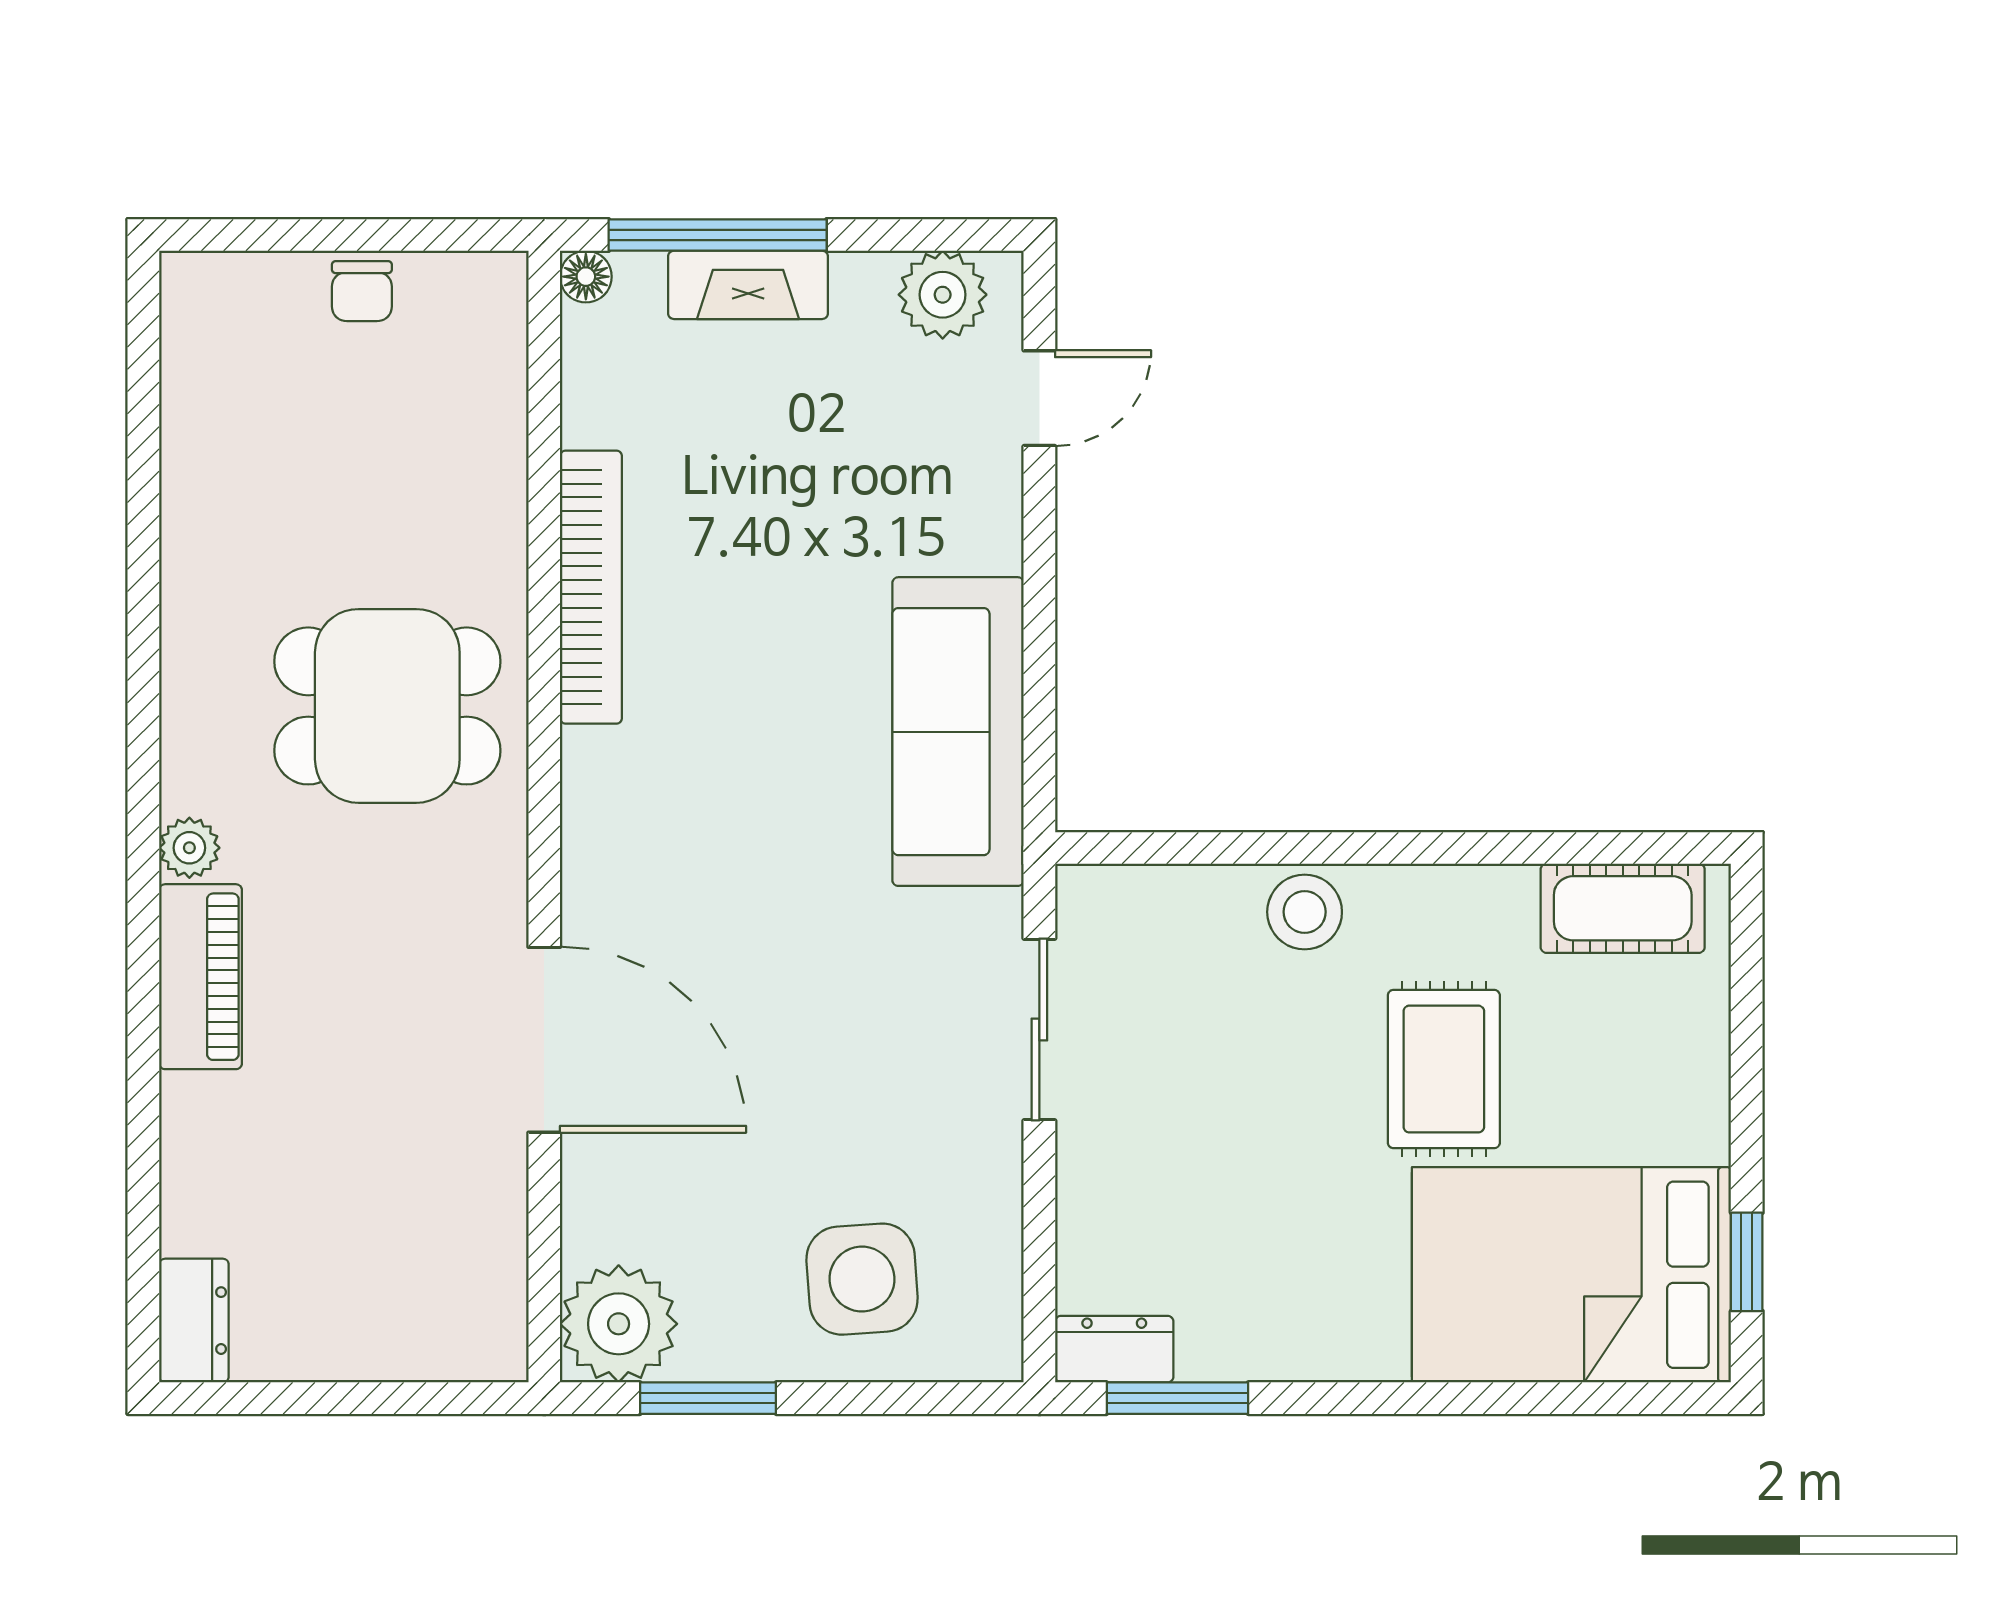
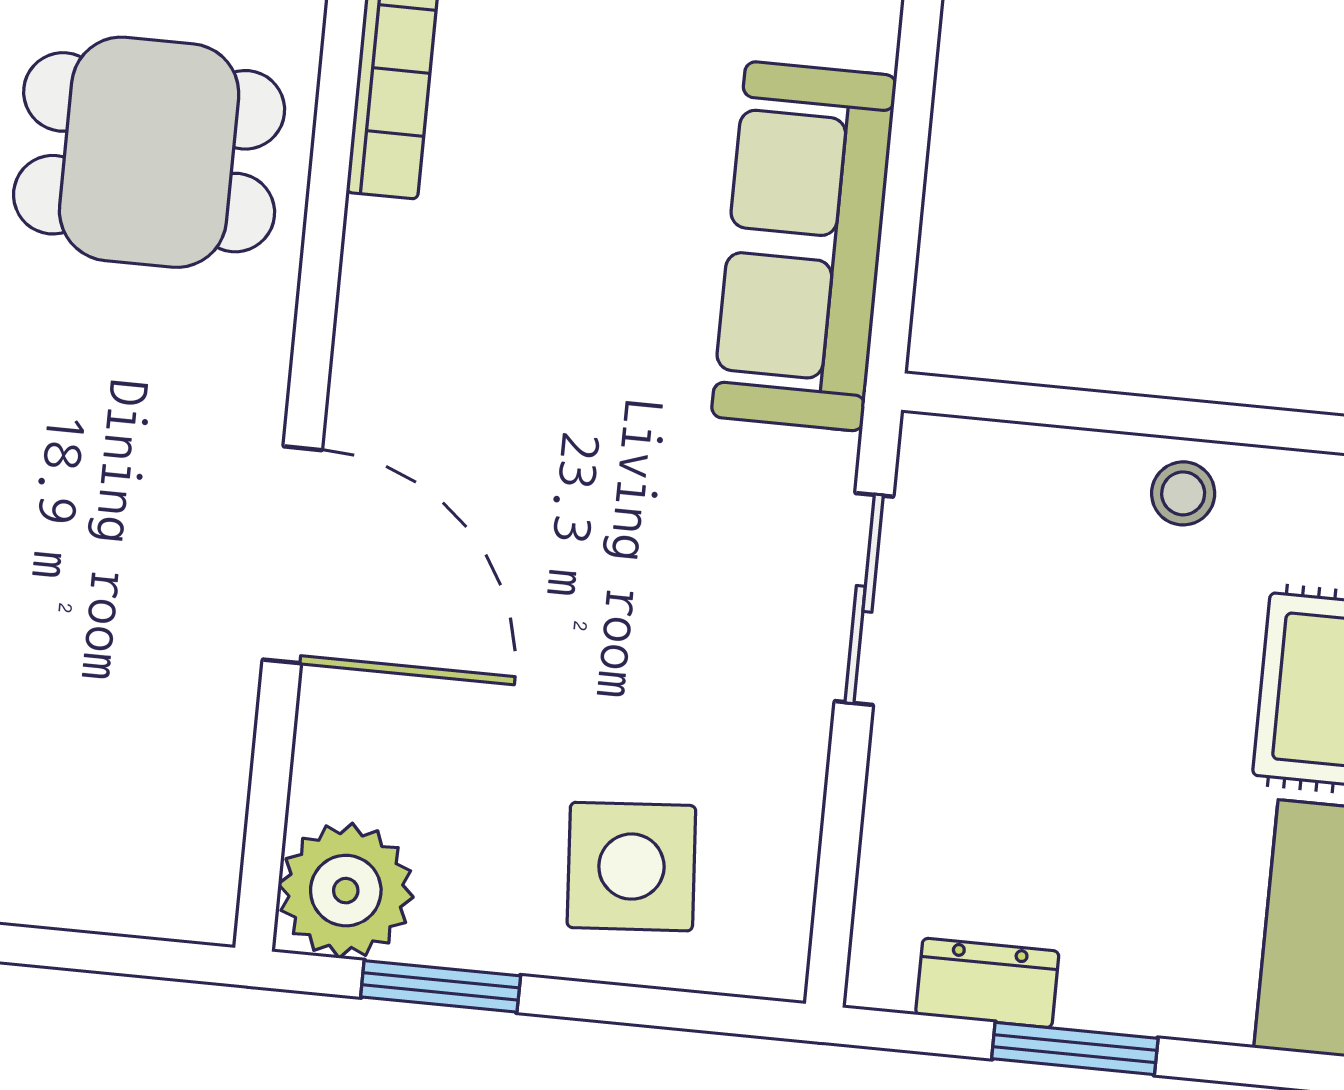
stool: (1305, 912) -> (1183, 493), width x0.73, depth x0.73
dresser: (1114, 1349) -> (987, 983), moved
window: (1177, 1398) -> (1075, 1049), moved

